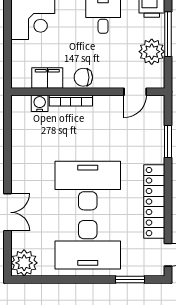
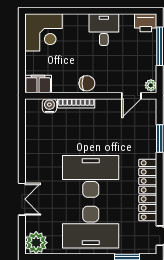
plant: (152, 52) -> (151, 85), moved, width x0.53, depth x0.53
chair: (83, 77) -> (87, 83), turned 180
filing cabinet: (47, 78) -> (38, 84), moved

